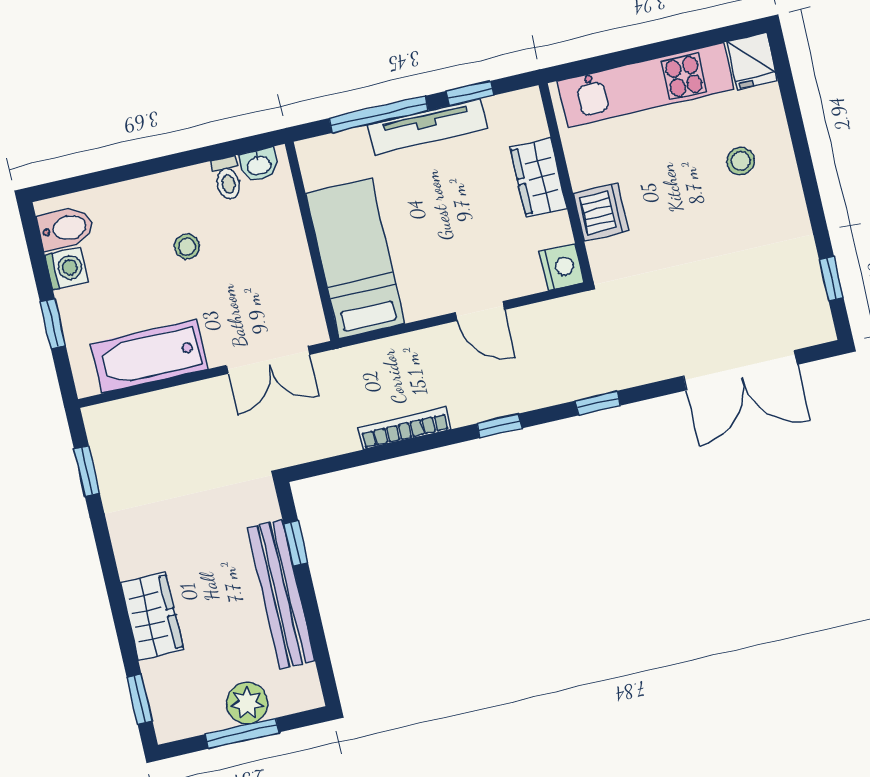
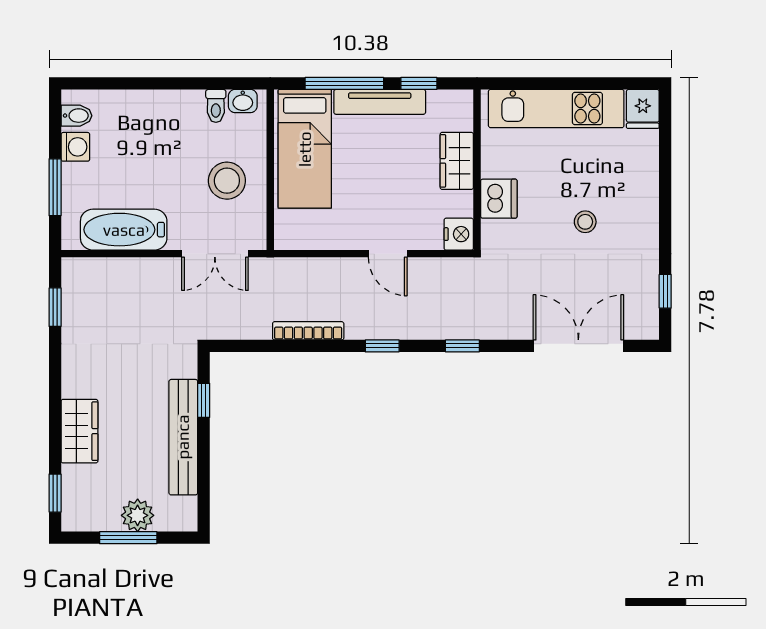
stool: (741, 161) -> (585, 222), moved
bidet: (66, 228) -> (76, 116), width x0.72, depth x0.74
stool: (187, 247) -> (227, 181), moved, width x1.89, depth x1.89
bed: (355, 258) -> (305, 149), moved, turned 180
window: (53, 324) -> (55, 187), width x1.50
double door: (740, 370) -> (578, 346), swing flipped

